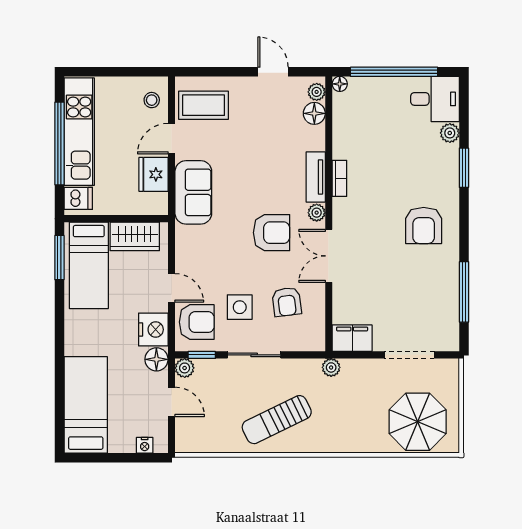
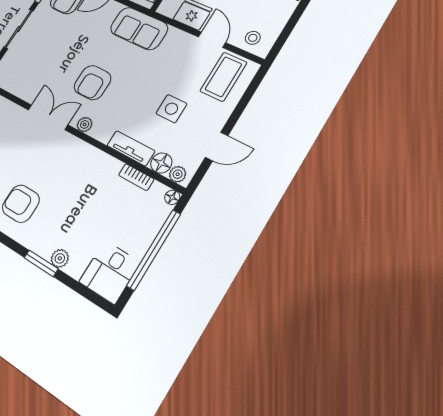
plant: (450, 133) -> (60, 258), moved
tv unit: (316, 177) -> (131, 148), moved
bookcase: (339, 178) -> (136, 177), moved
sofa: (193, 192) -> (139, 28), moved
armchair: (287, 302) -> (38, 70), removed
side table: (240, 307) -> (171, 109), moved

